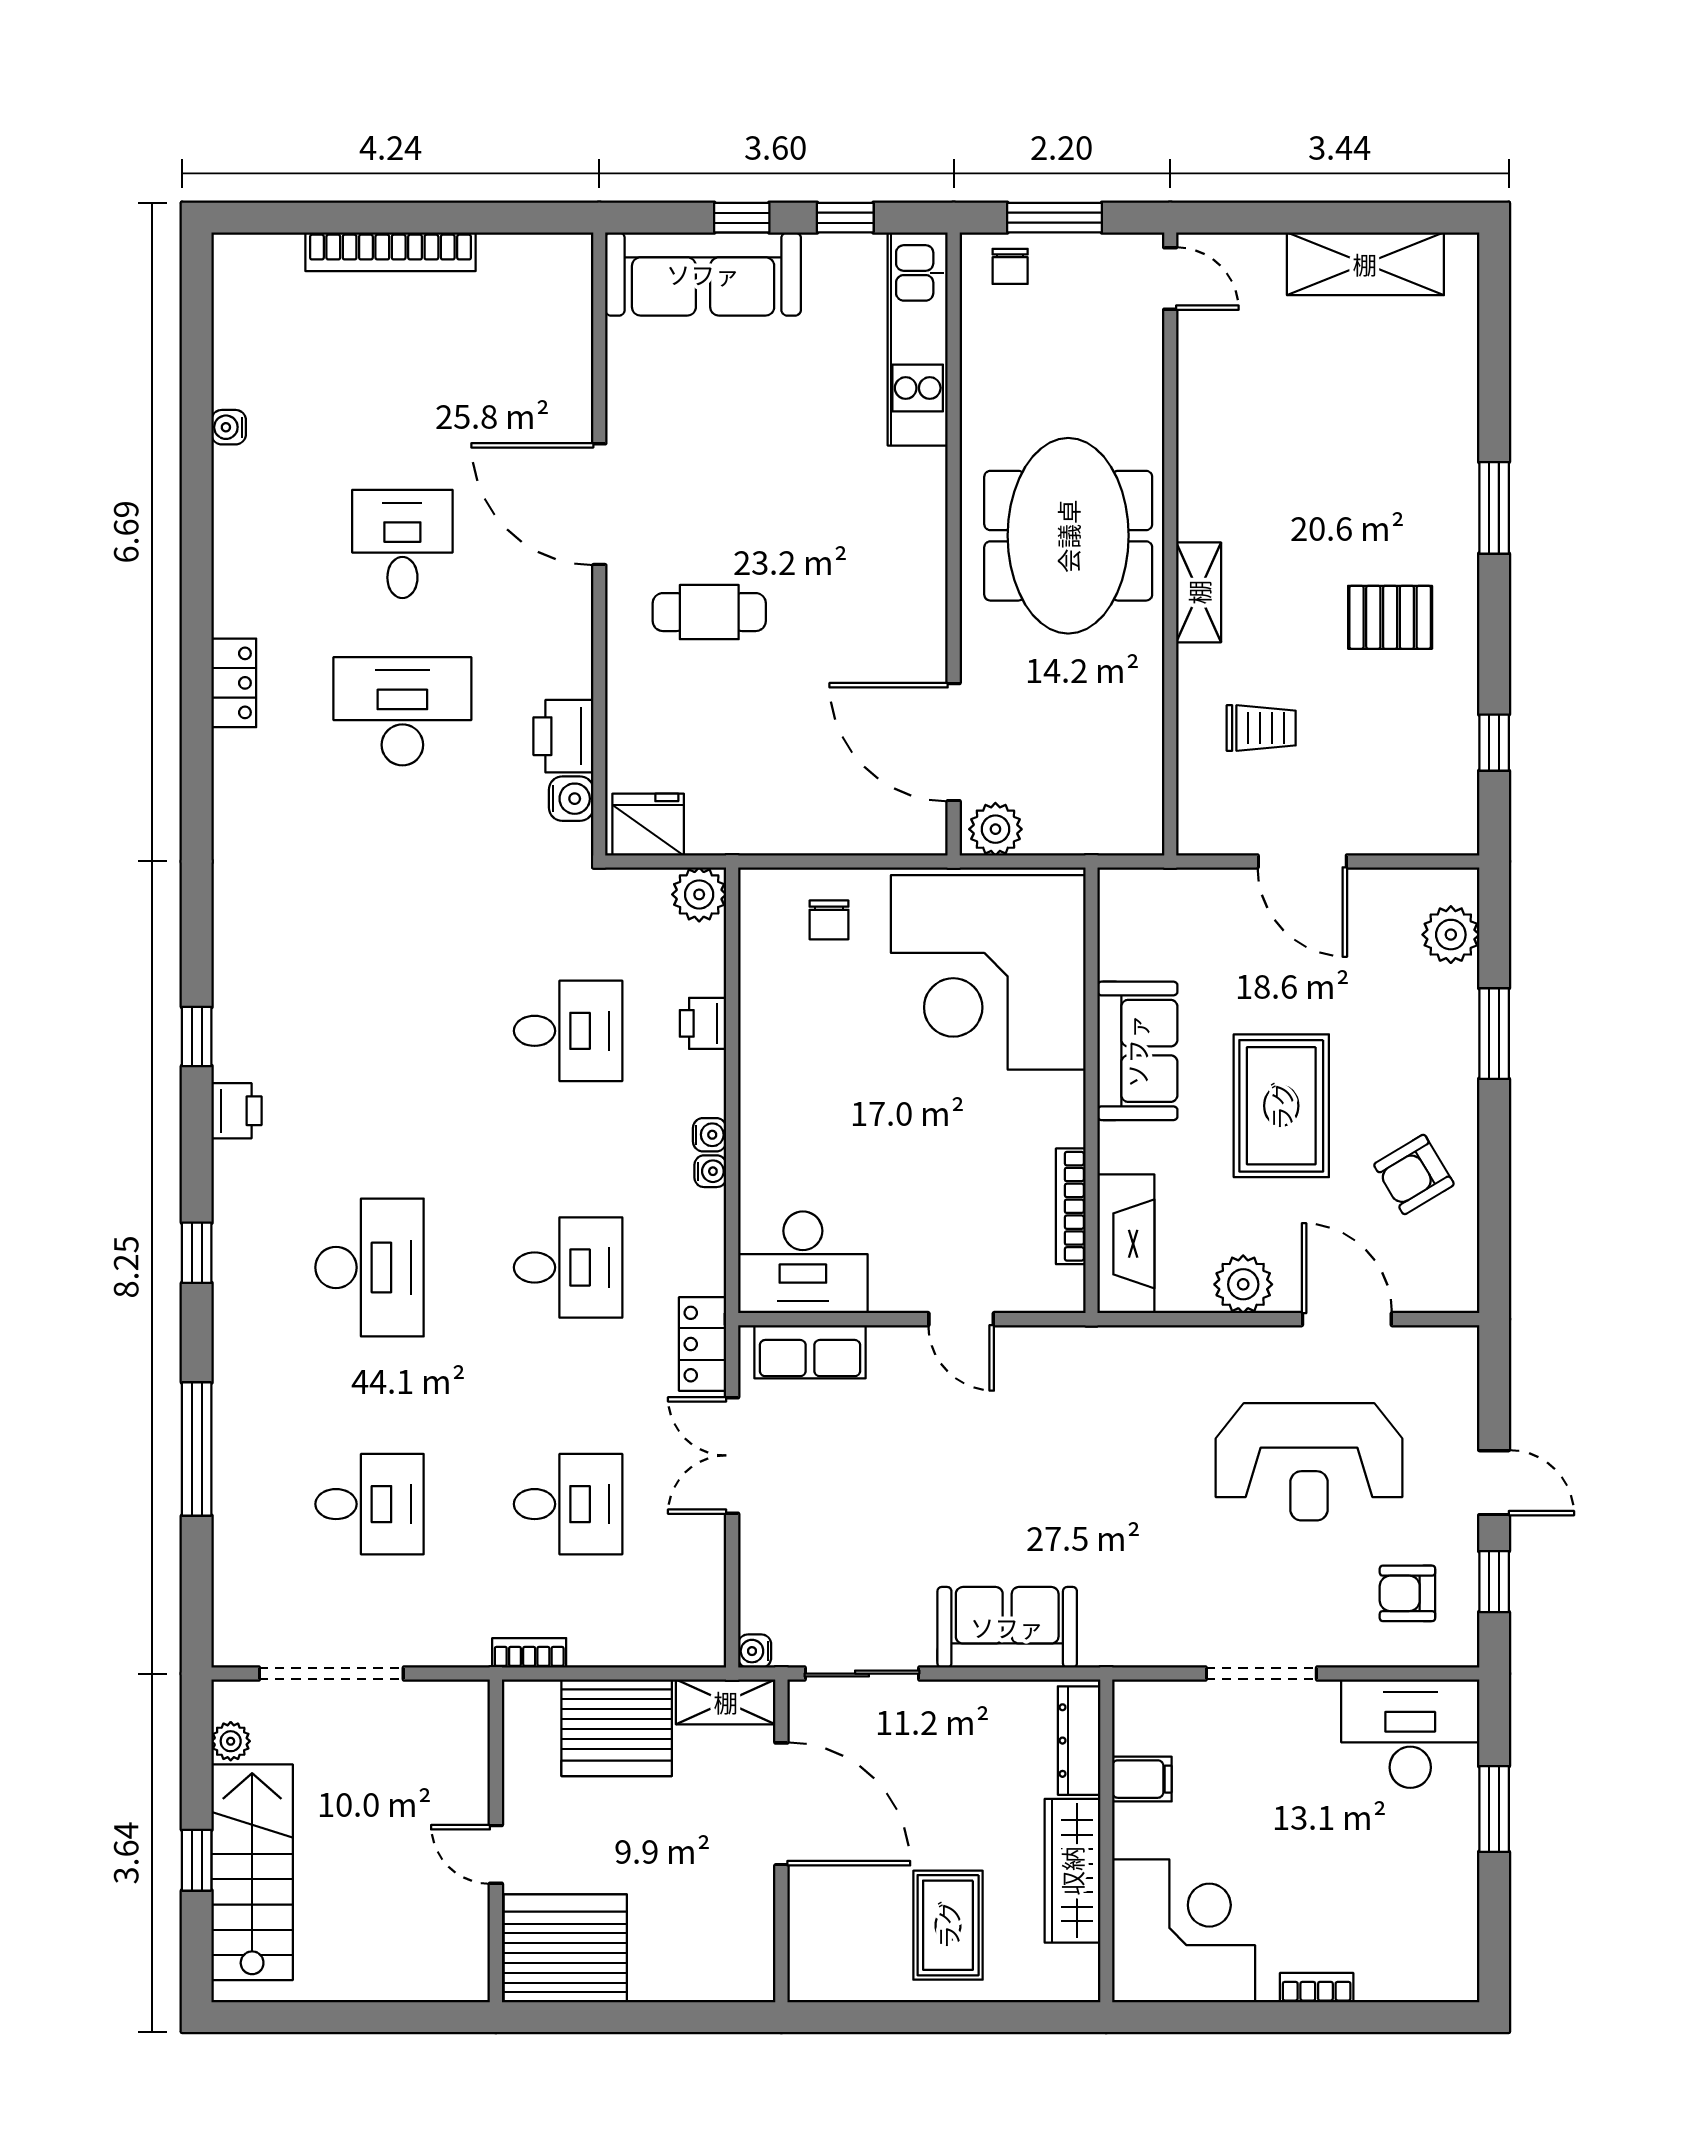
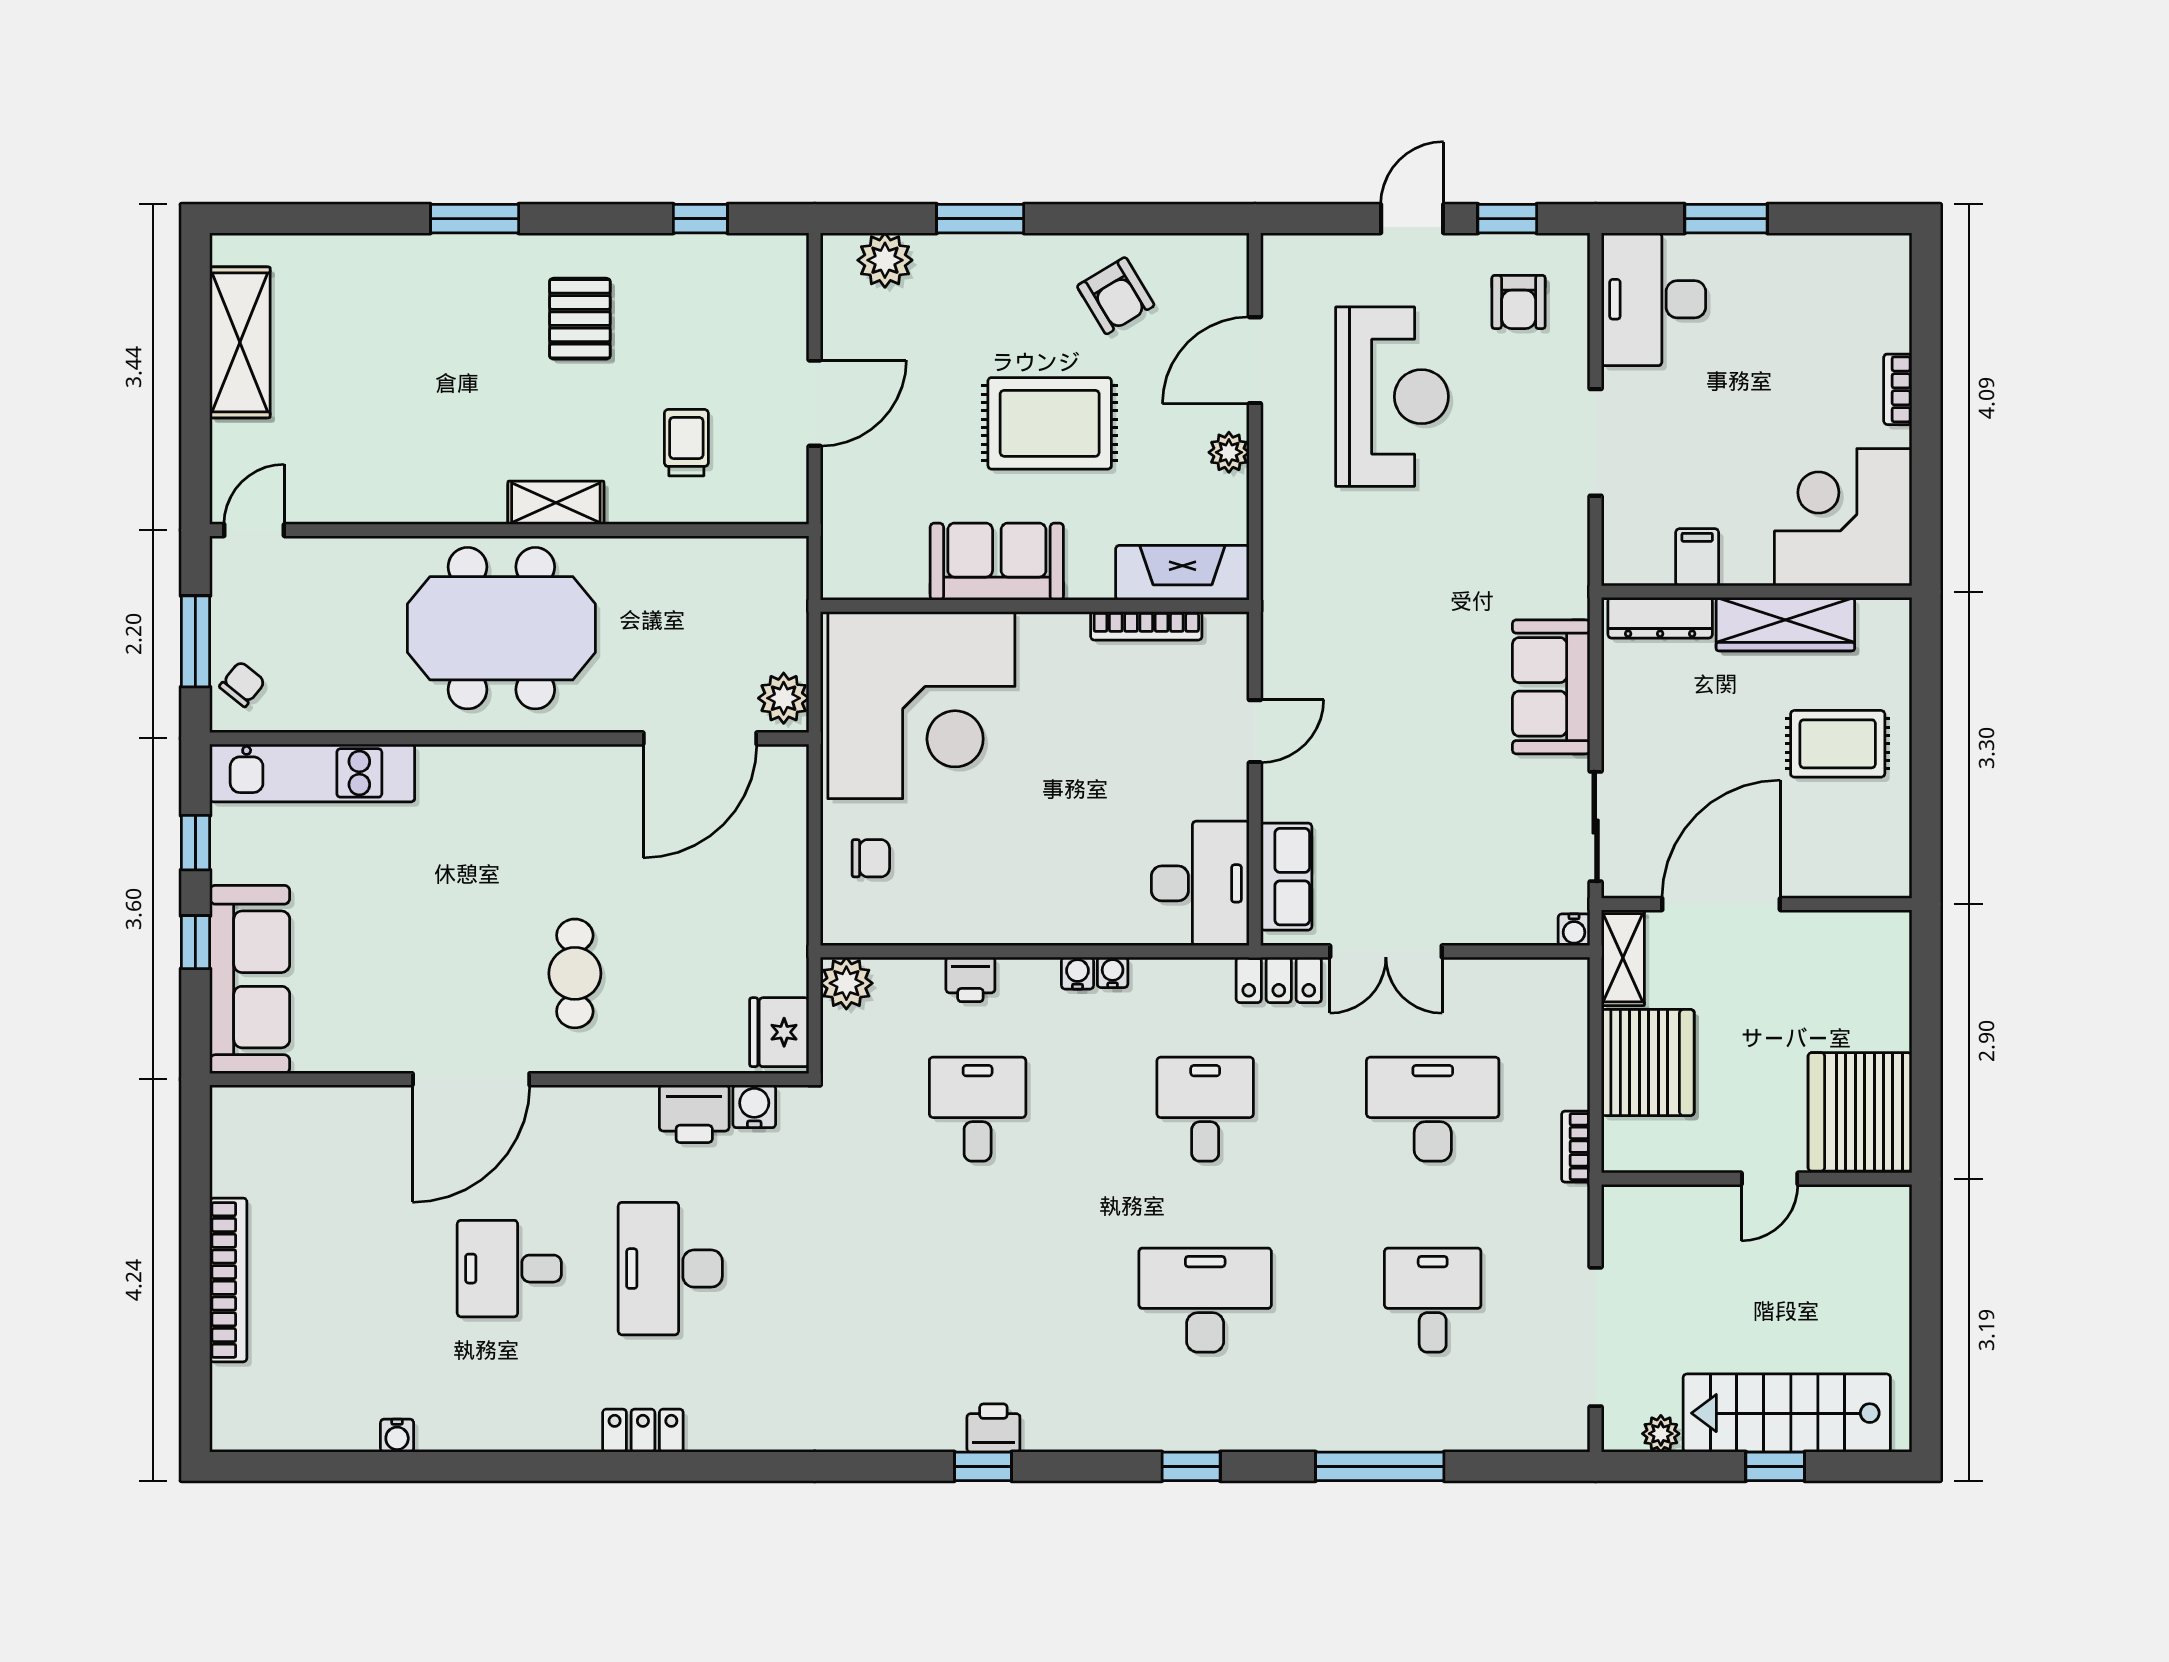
chair: (1010, 266) -> (242, 684), turned -51
printer: (237, 1111) -> (993, 1428), moved
plant: (1243, 1284) -> (1229, 452), width x0.73, depth x0.73
desk: (568, 1504) -> (1433, 1109), width x1.37

